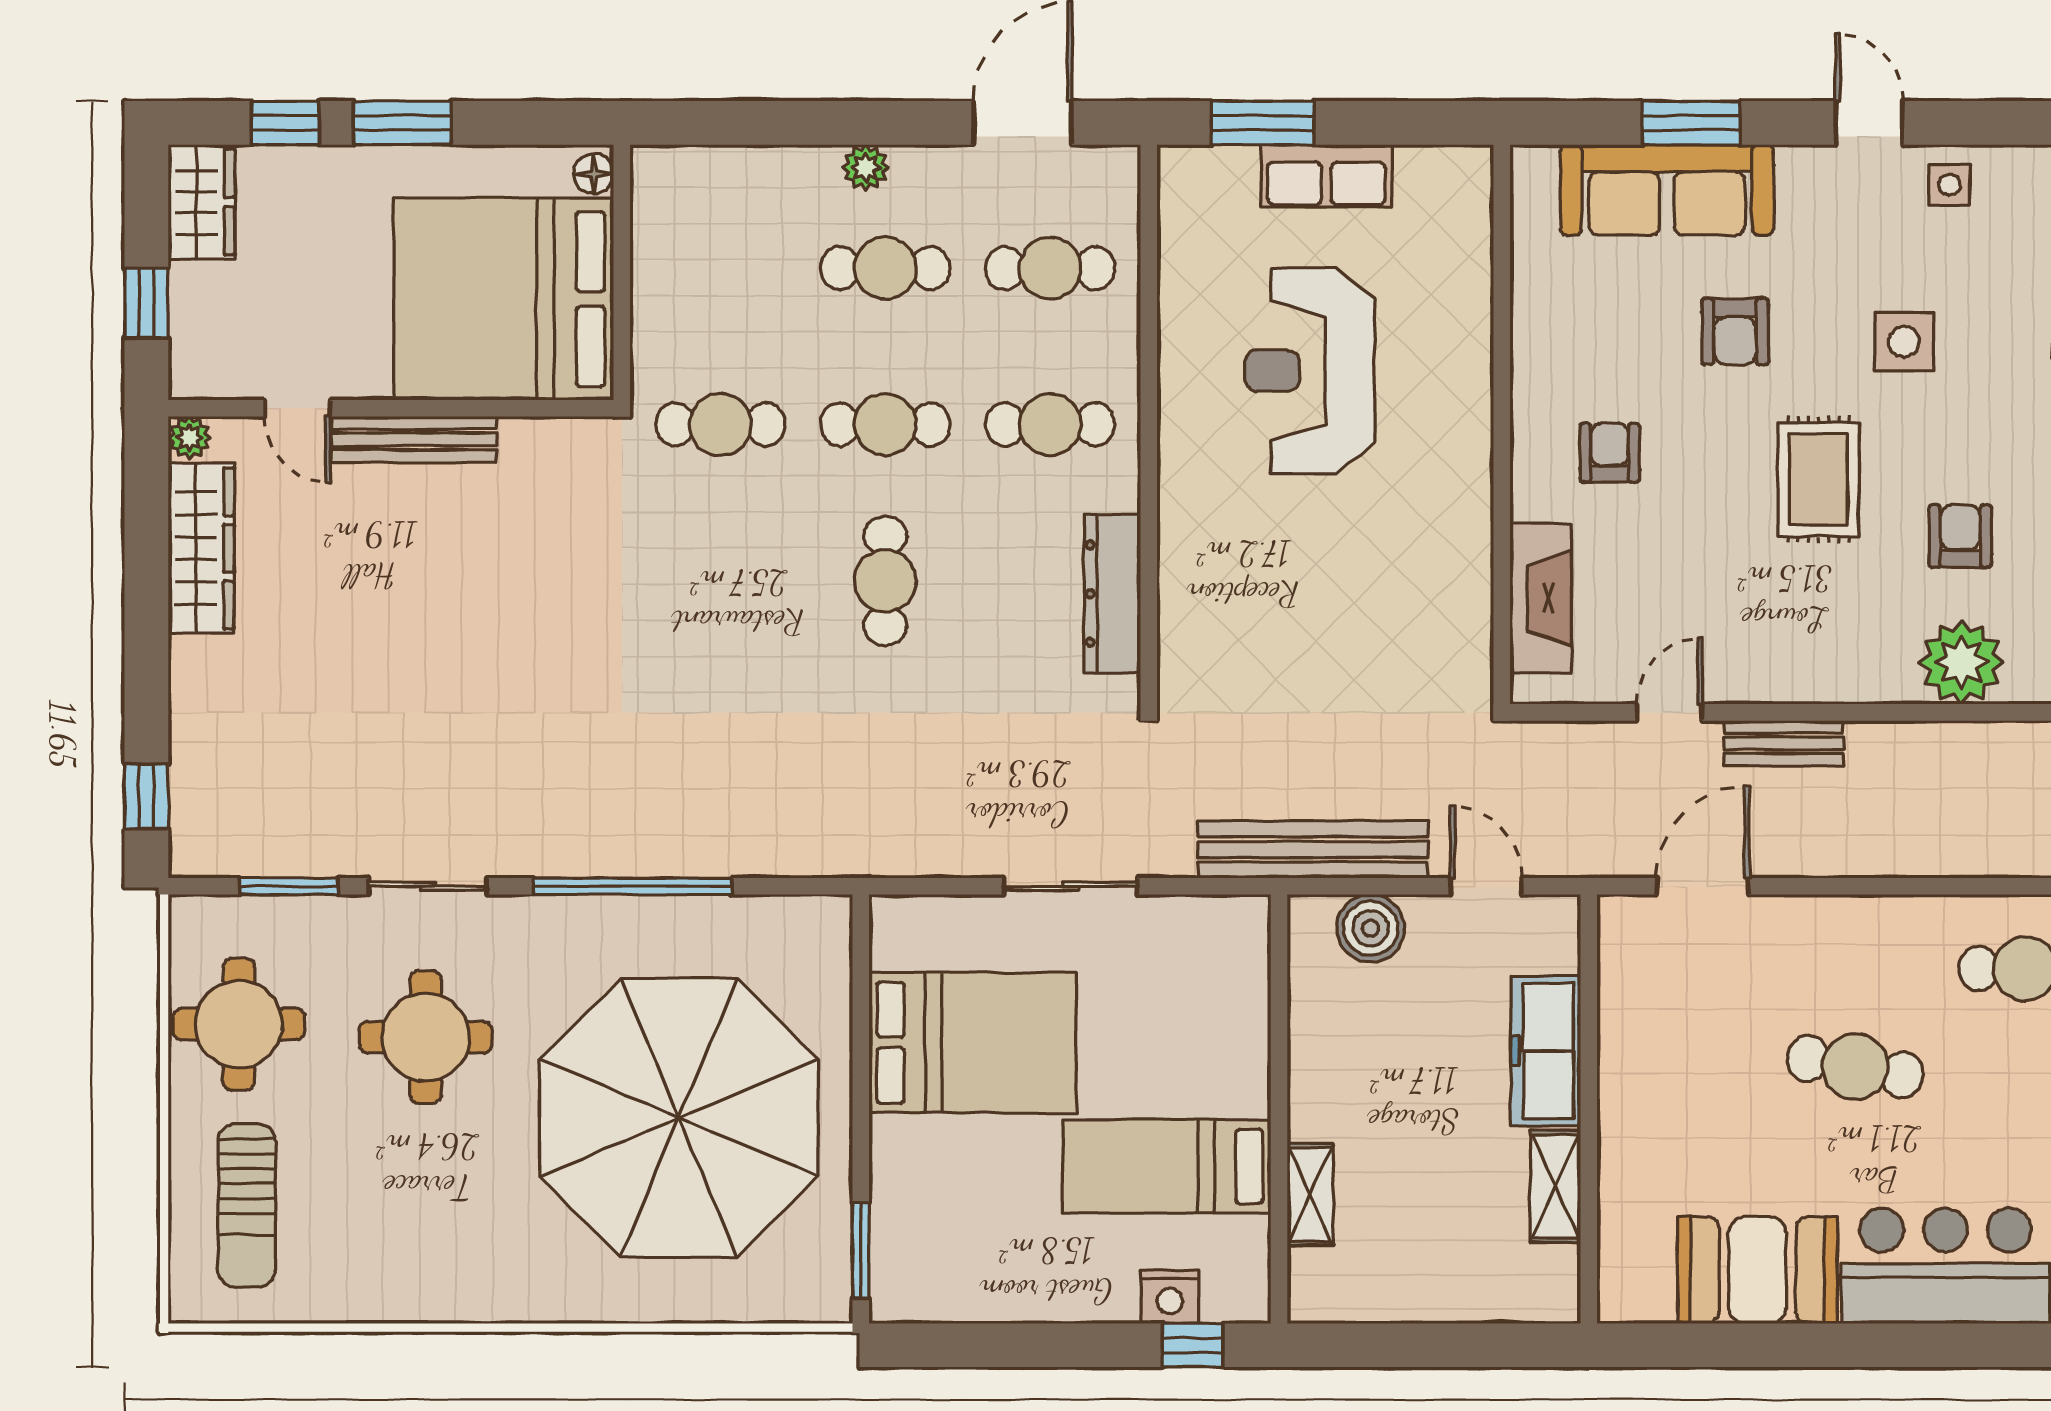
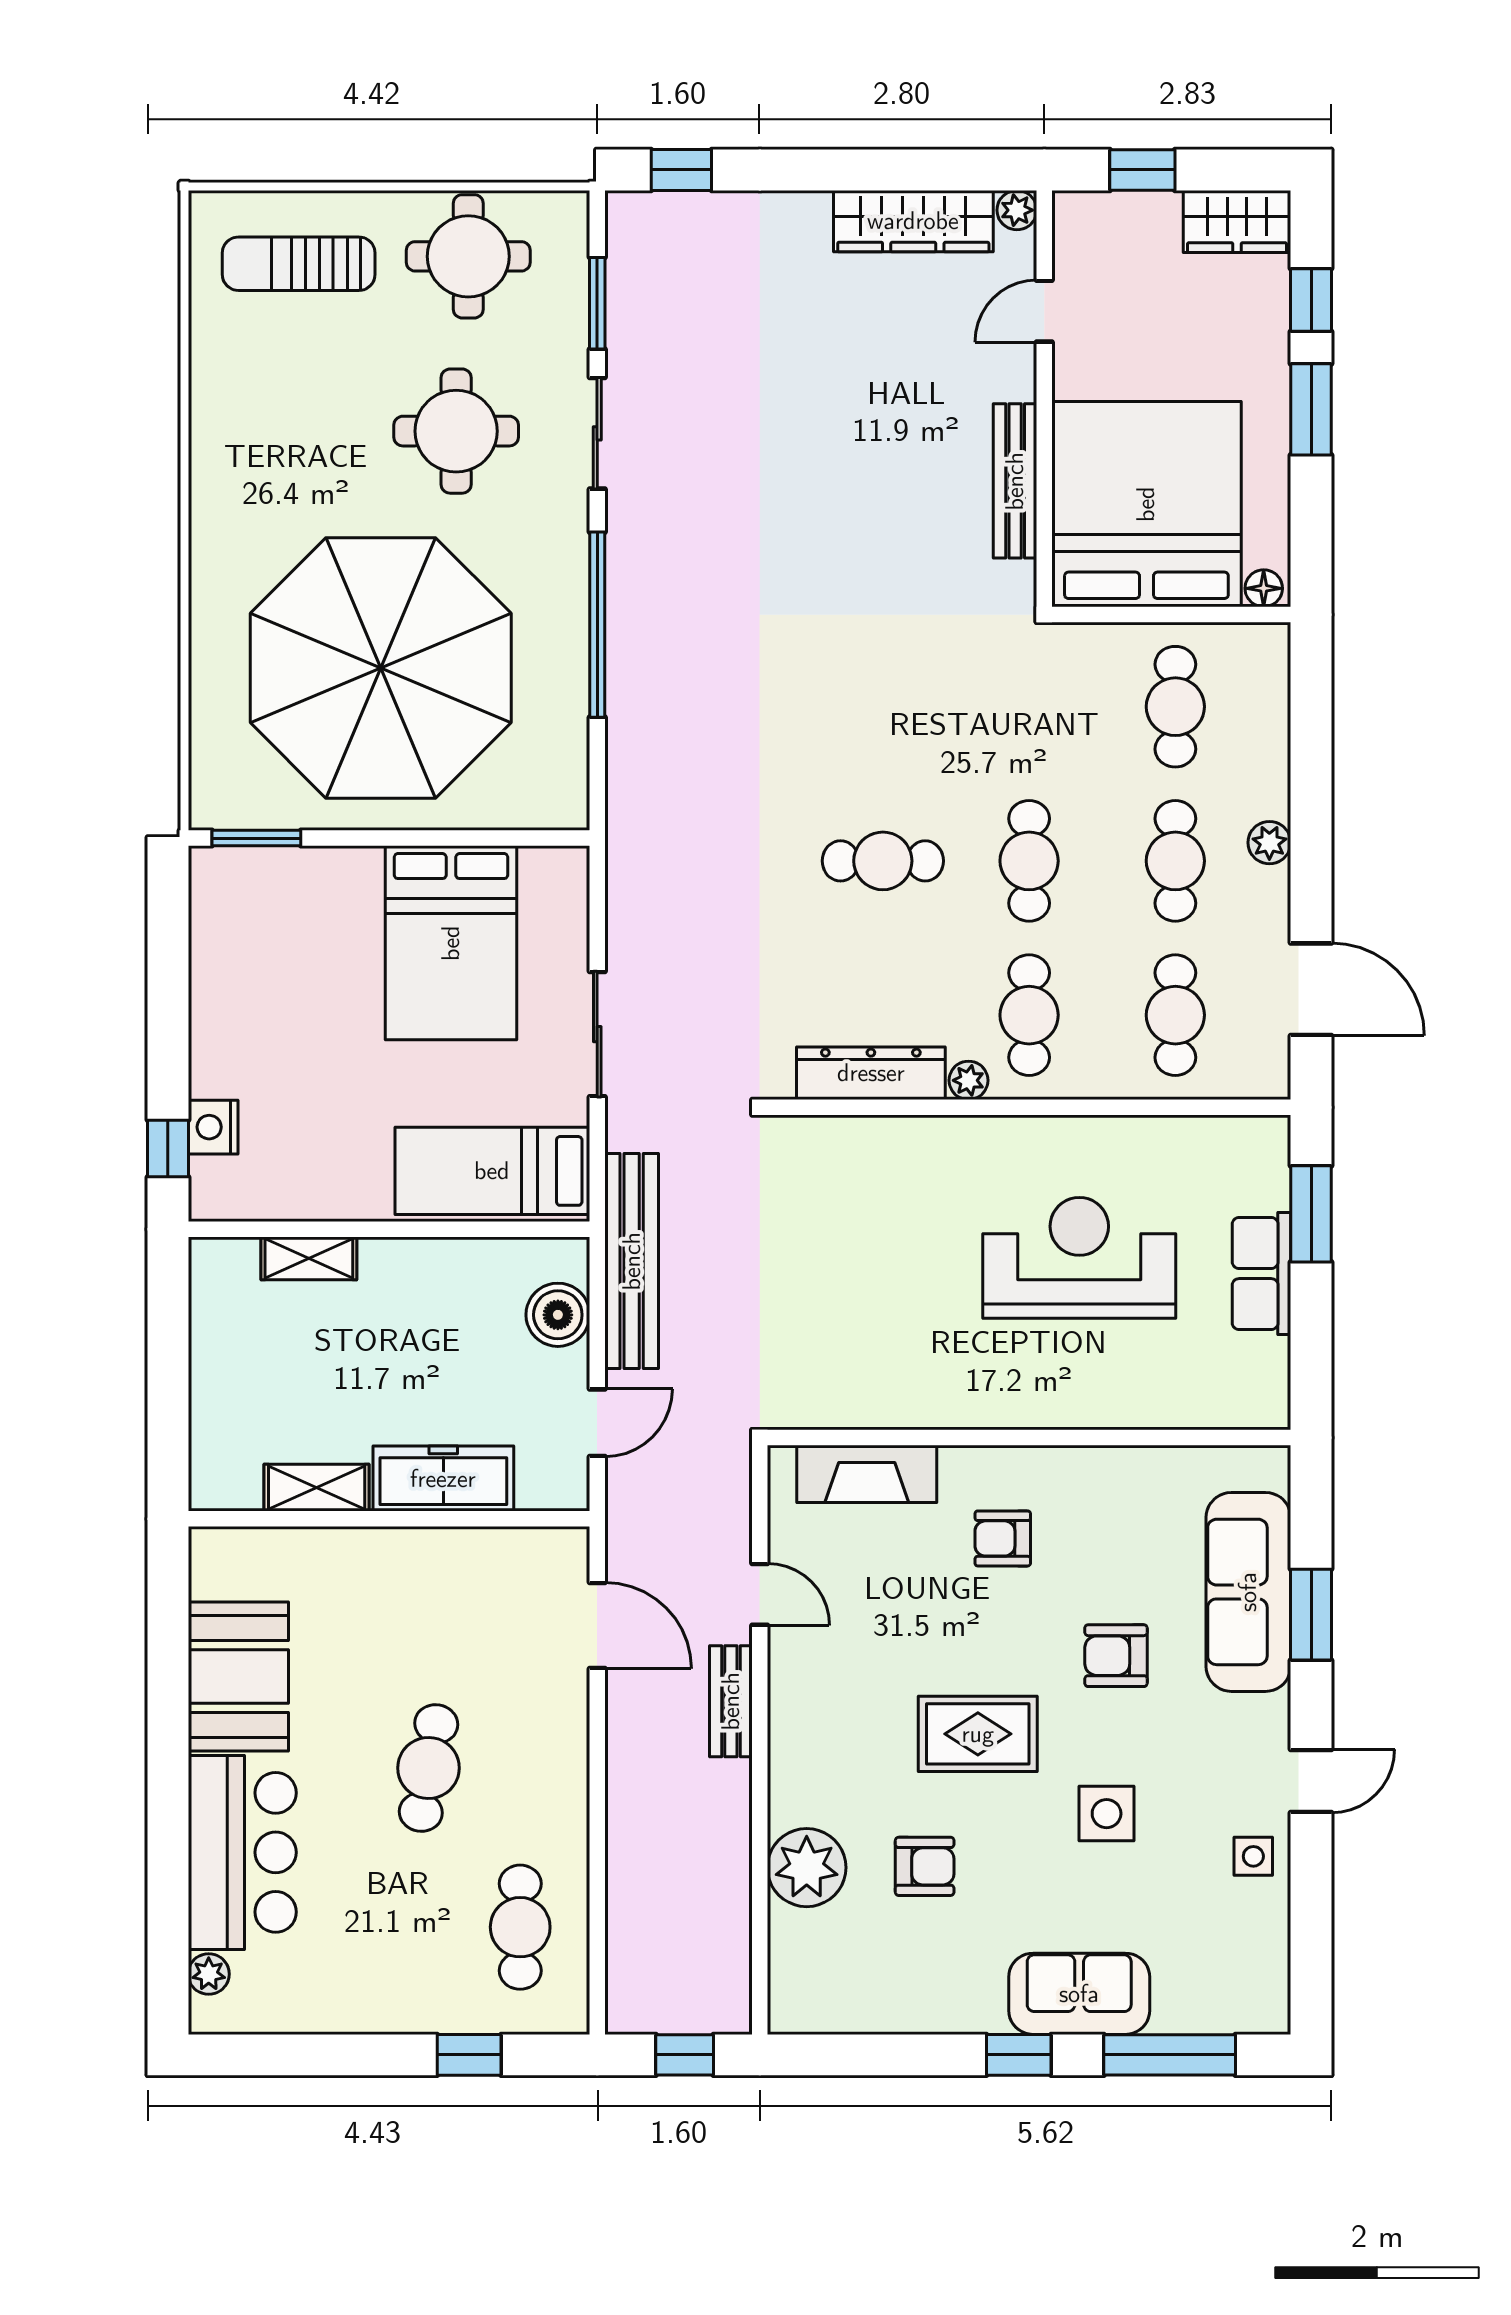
cafe table: (720, 424) -> (1175, 707), moved
bench: (414, 439) -> (1015, 481), moved
armchair: (1610, 453) -> (1003, 1538), turned 180
plant: (1120, 489) -> (968, 1080), added
bed: (1167, 1166) -> (492, 1171), moved, turned -90

